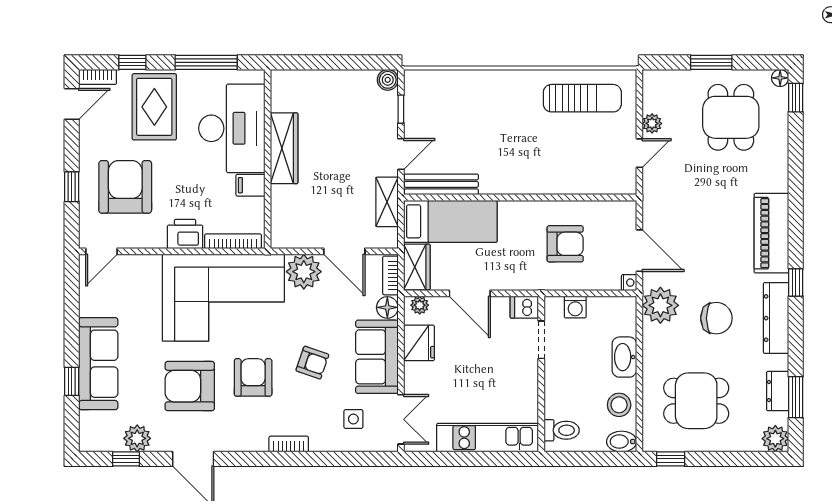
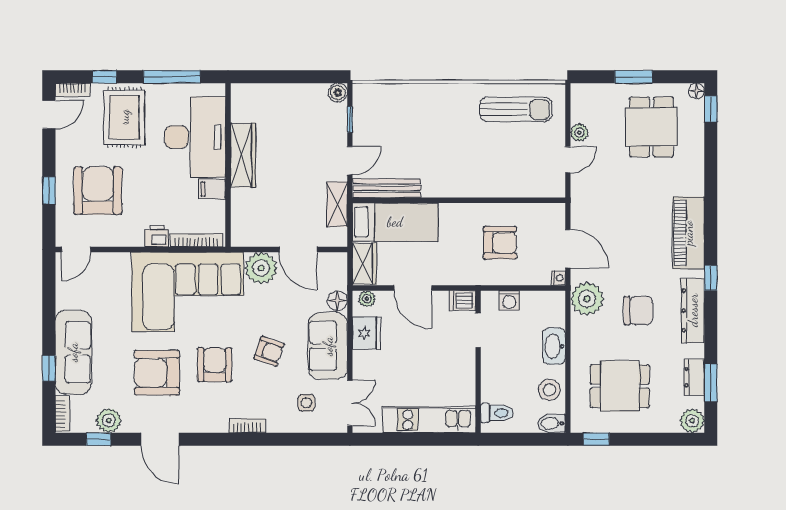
printer: (185, 234) -> (157, 236), width x0.73, depth x0.81
bookcase: (390, 275) -> (62, 414), moved, turned 180

